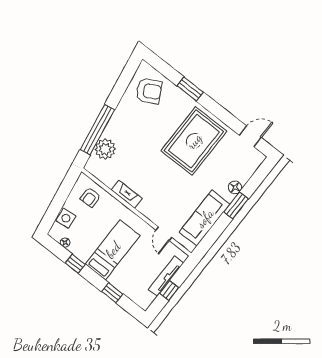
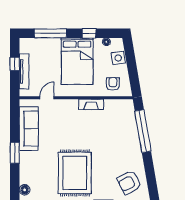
plant: (105, 149) -> (128, 123), removed
floor lamp: (235, 187) -> (25, 190), moved
door: (164, 234) -> (47, 98), hinge flipped
bed: (113, 250) -> (77, 61), width x1.50
window: (112, 293) -> (50, 33), width x2.17

